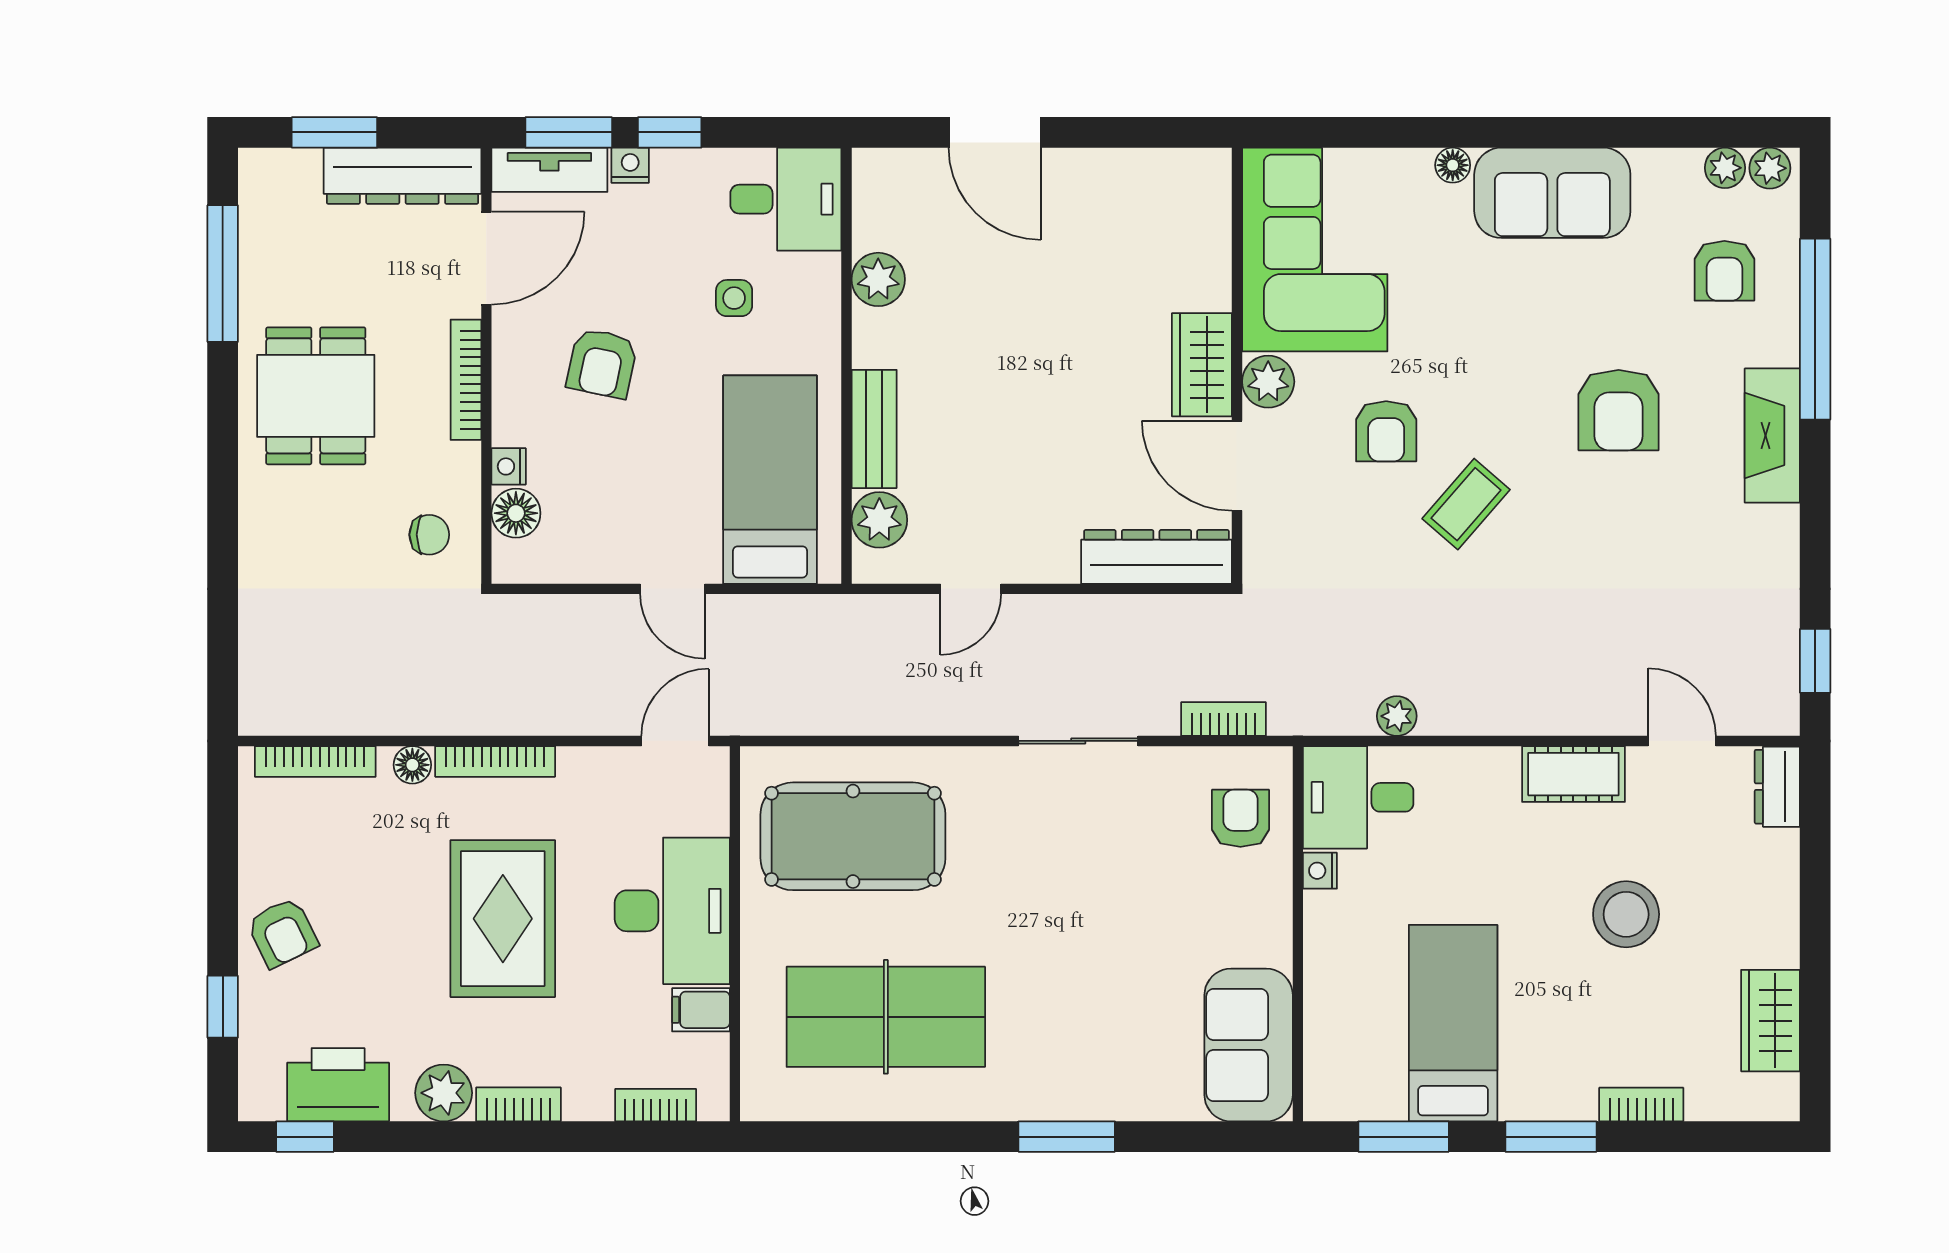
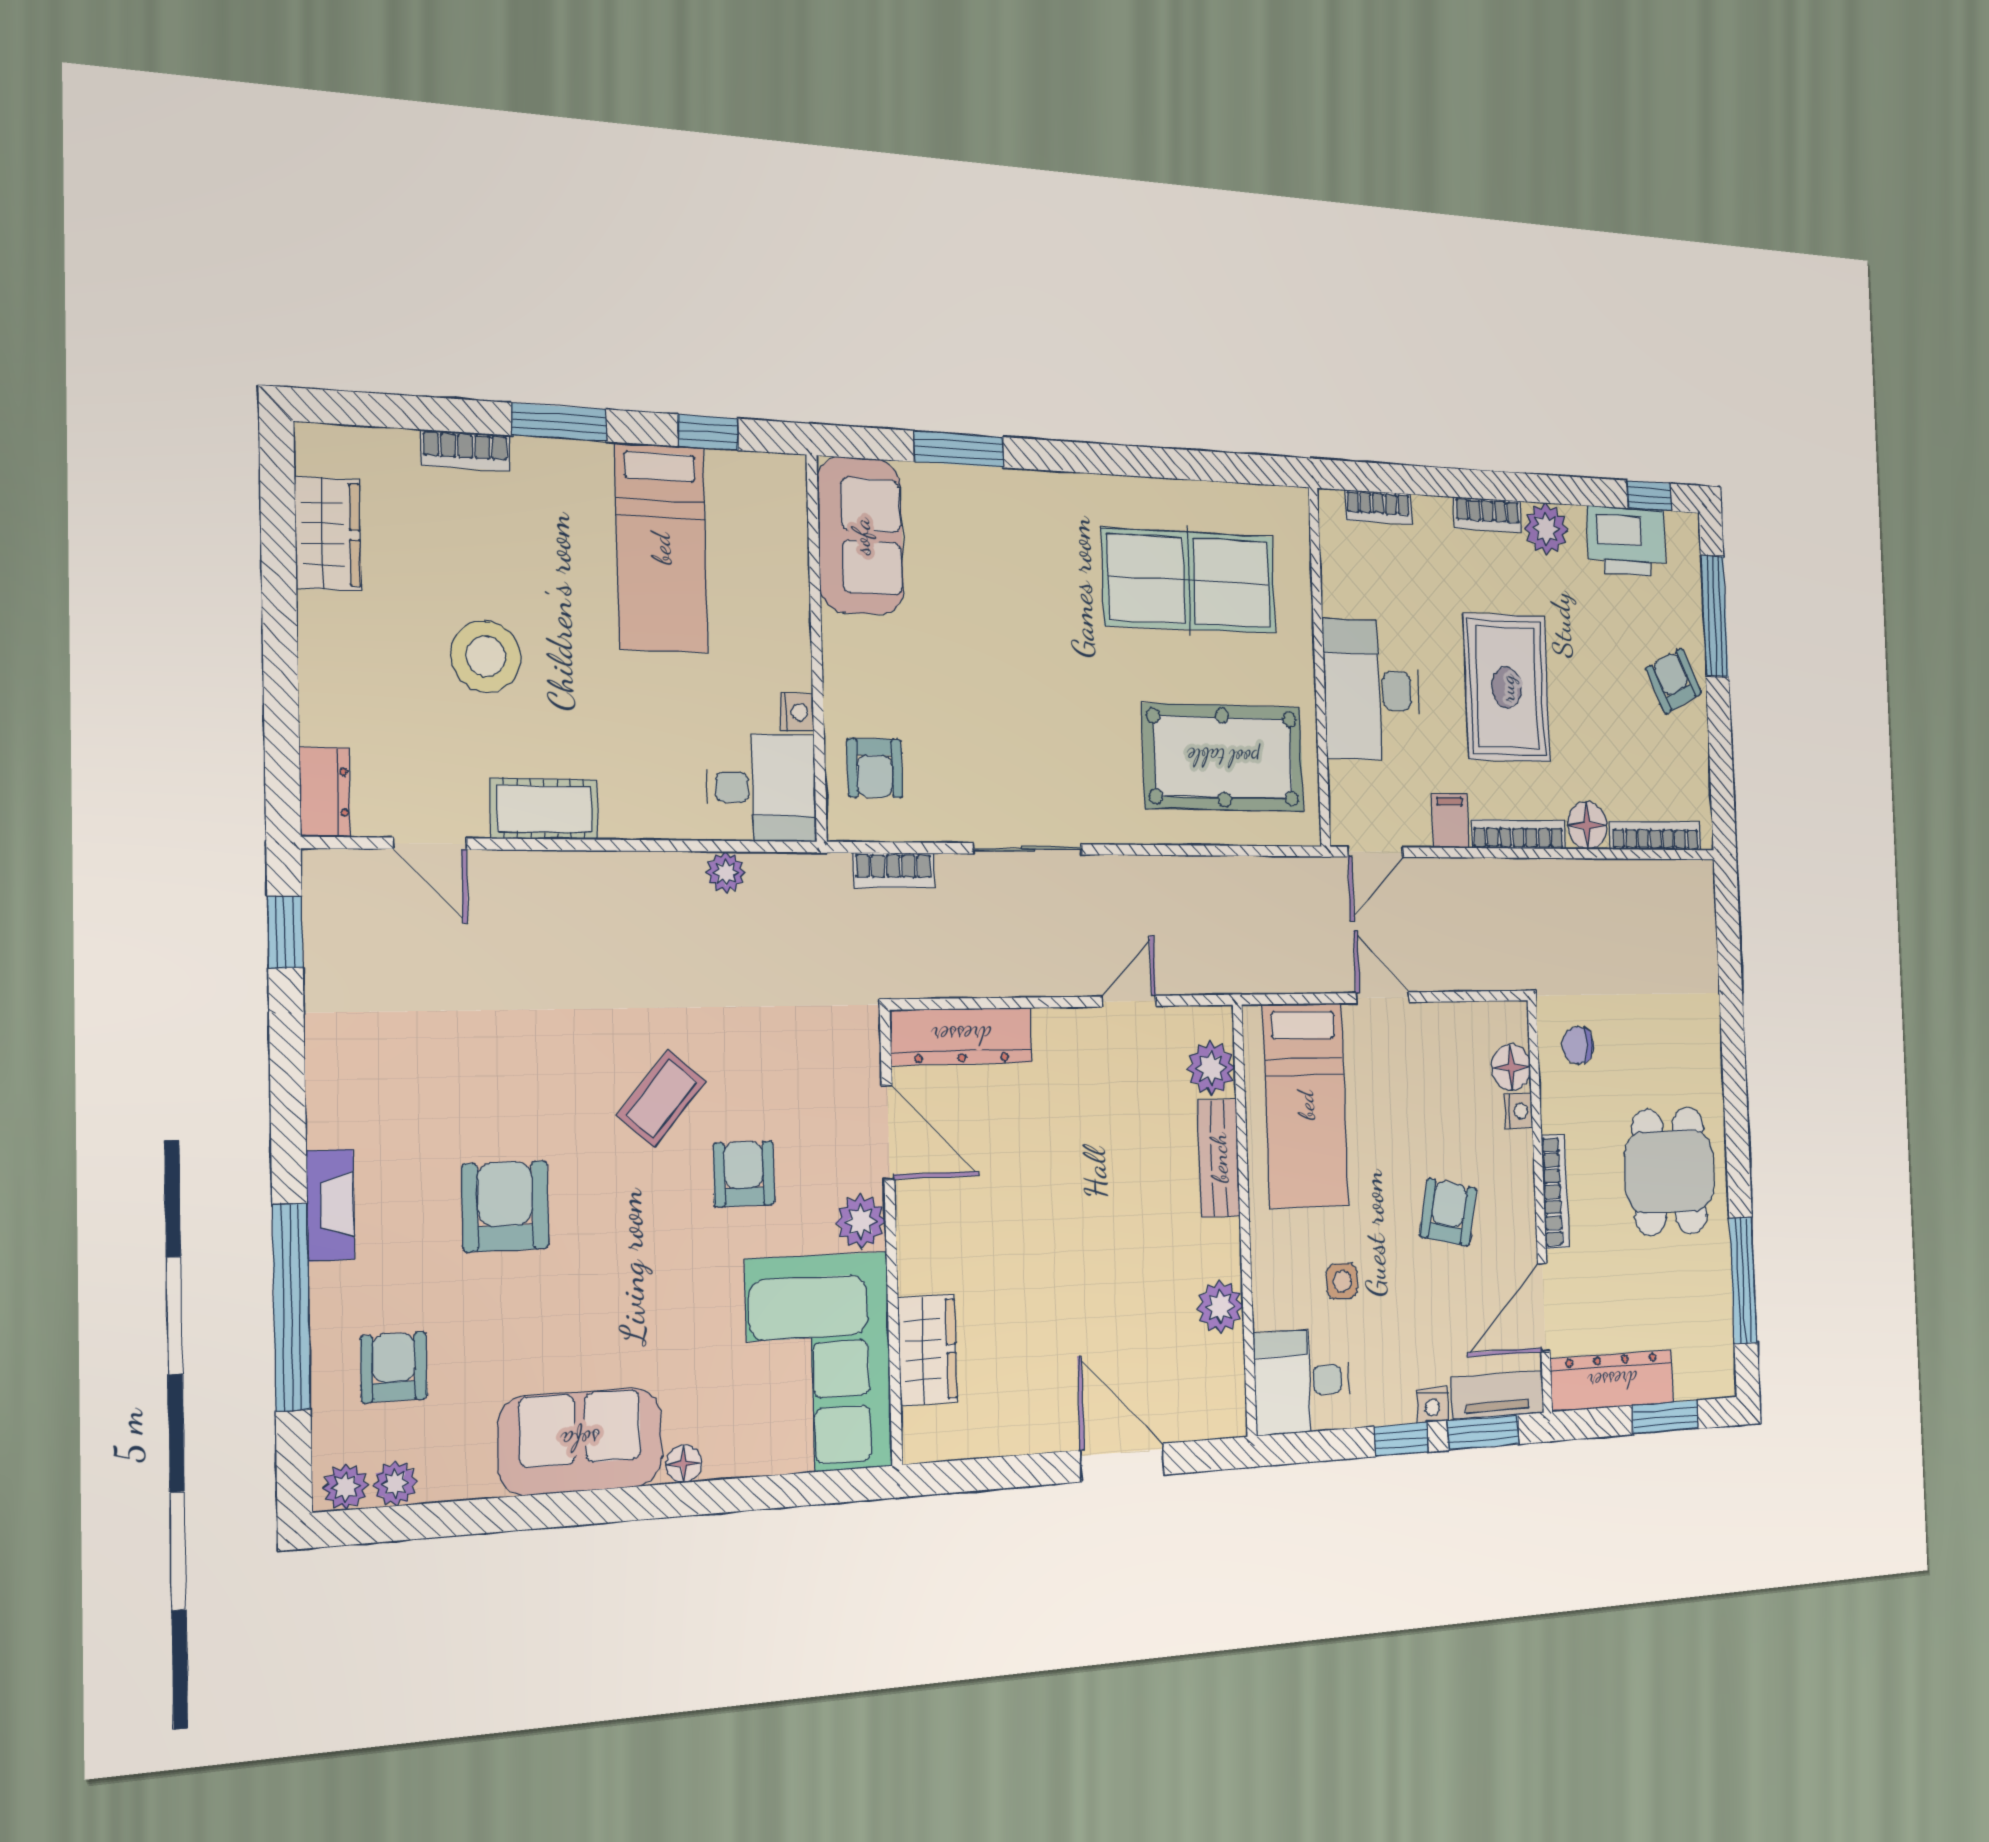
wardrobe: (1202, 365) -> (928, 1350), moved
fireplace: (1772, 436) -> (330, 1205), width x0.73, depth x0.76
floor lamp: (412, 765) -> (1587, 825), width x1.37, depth x1.37
window: (223, 1007) -> (1715, 616), width x2.17
filing cabinet: (701, 1010) -> (1450, 821), moved, turned -90
window: (1067, 1137) -> (959, 449), moved
window: (1404, 1137) -> (708, 432), width x0.67

